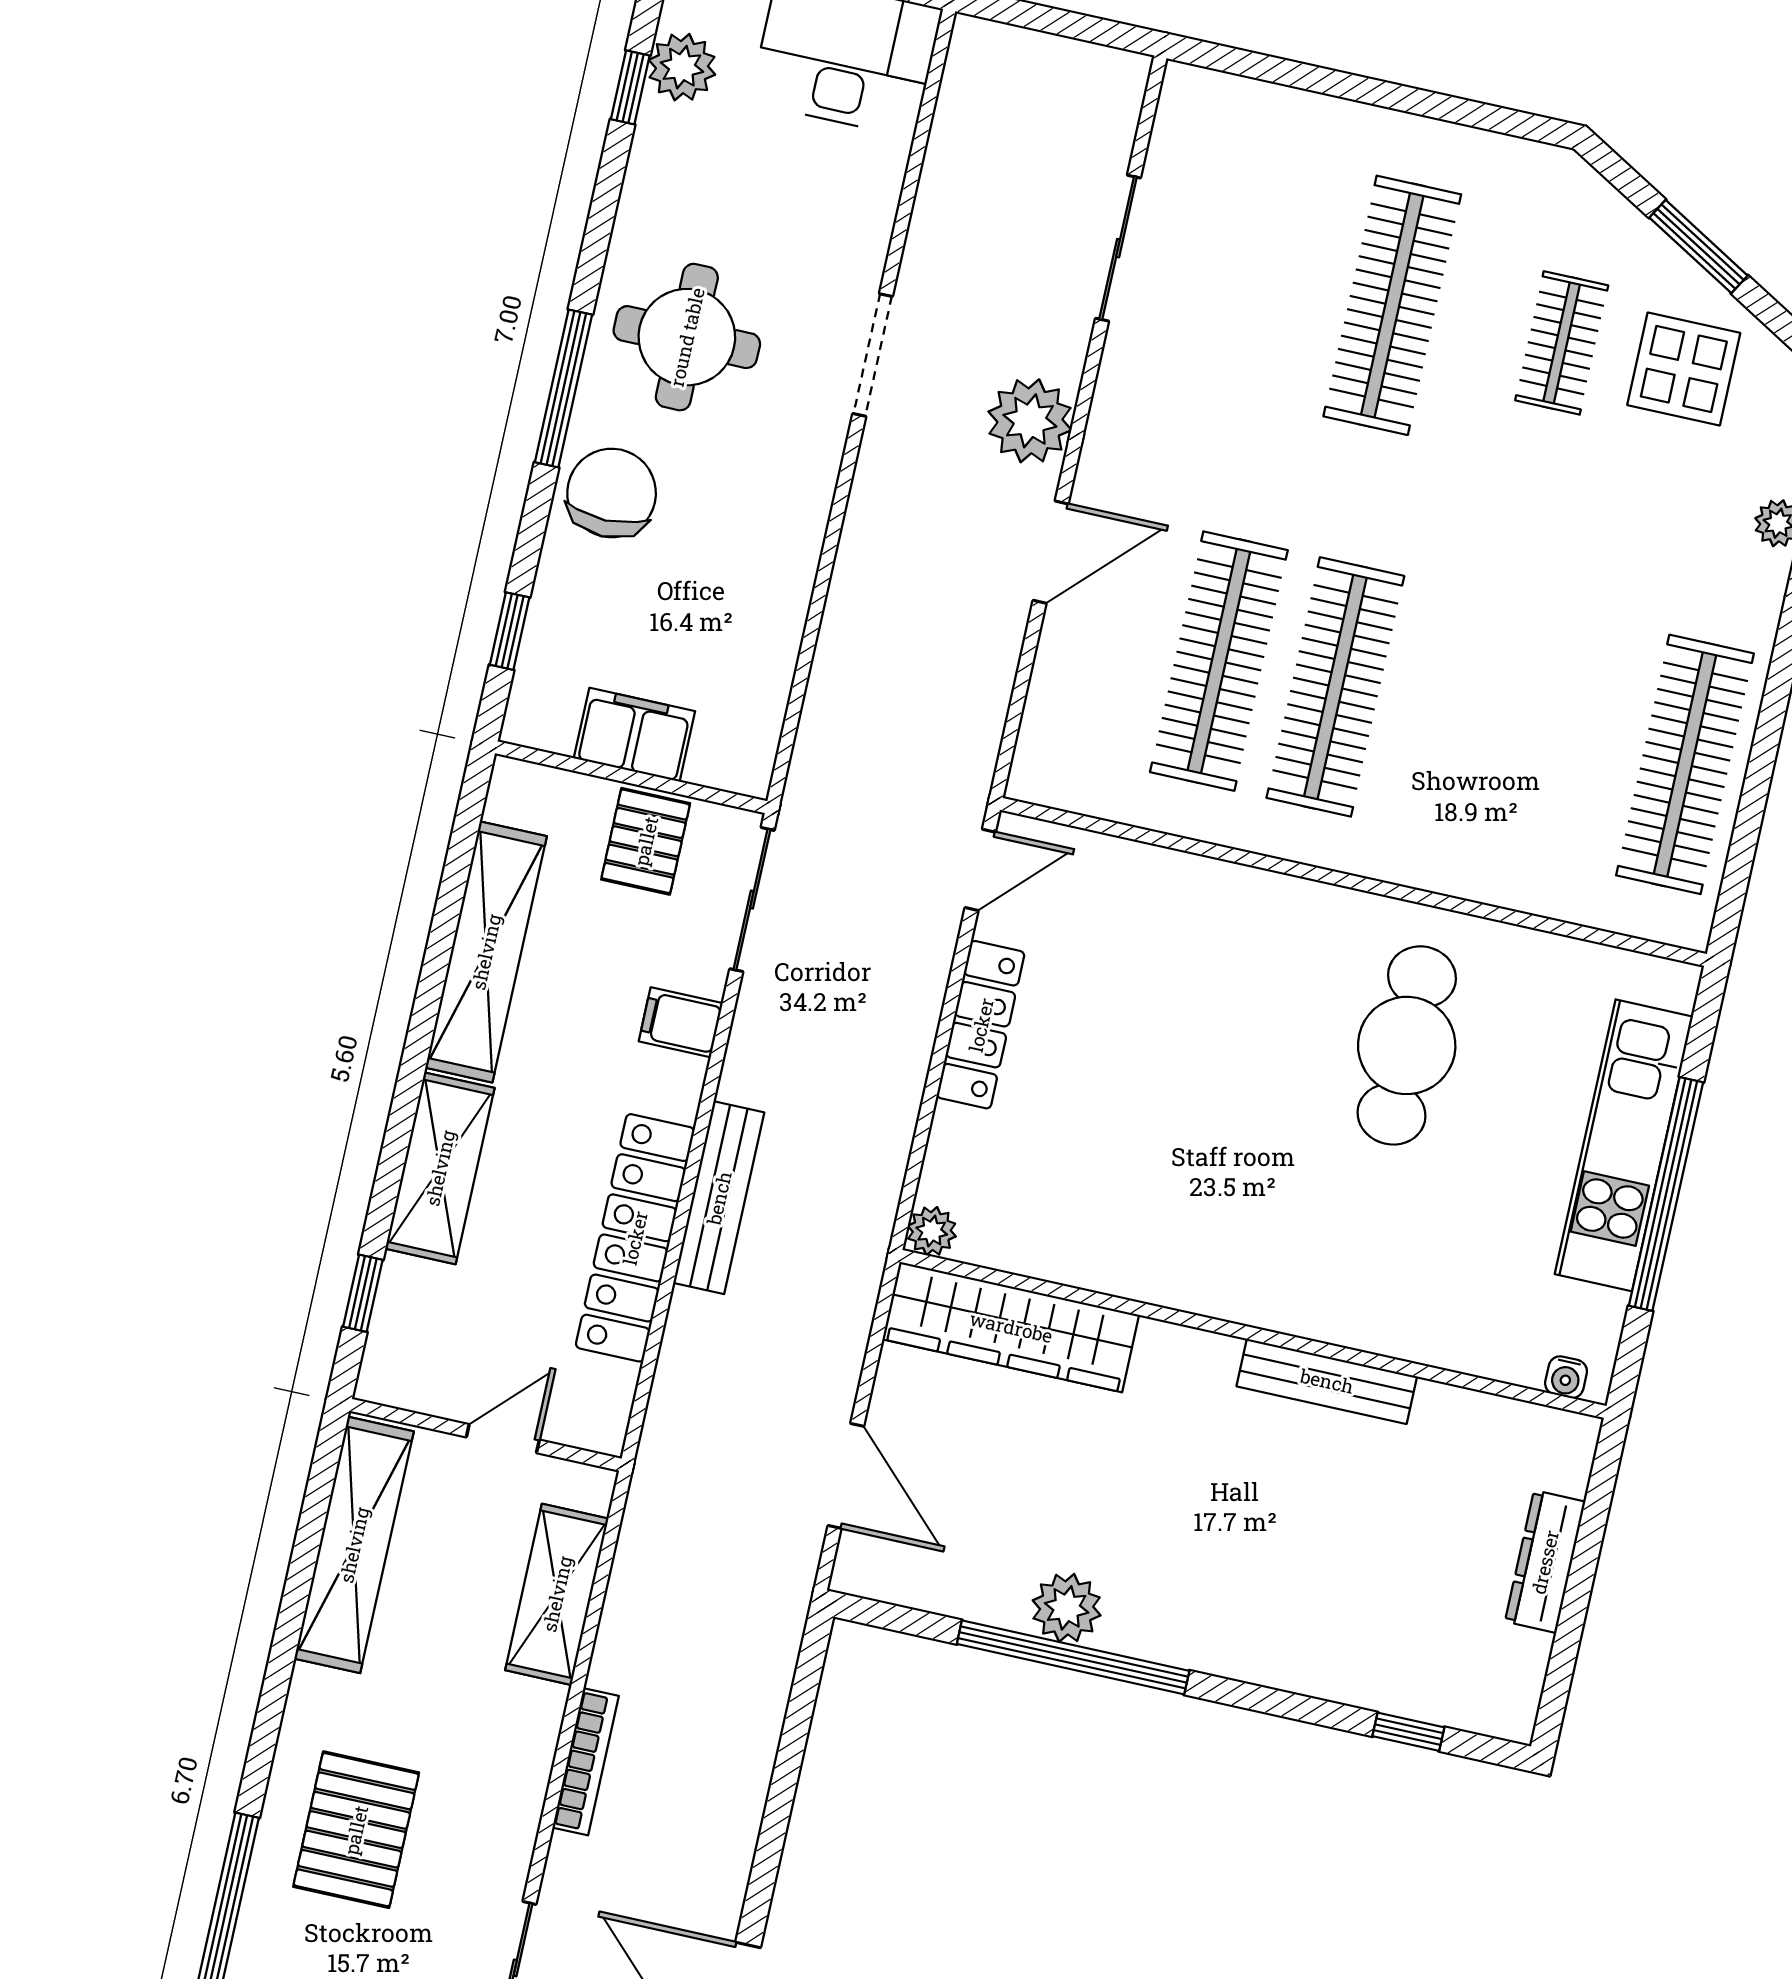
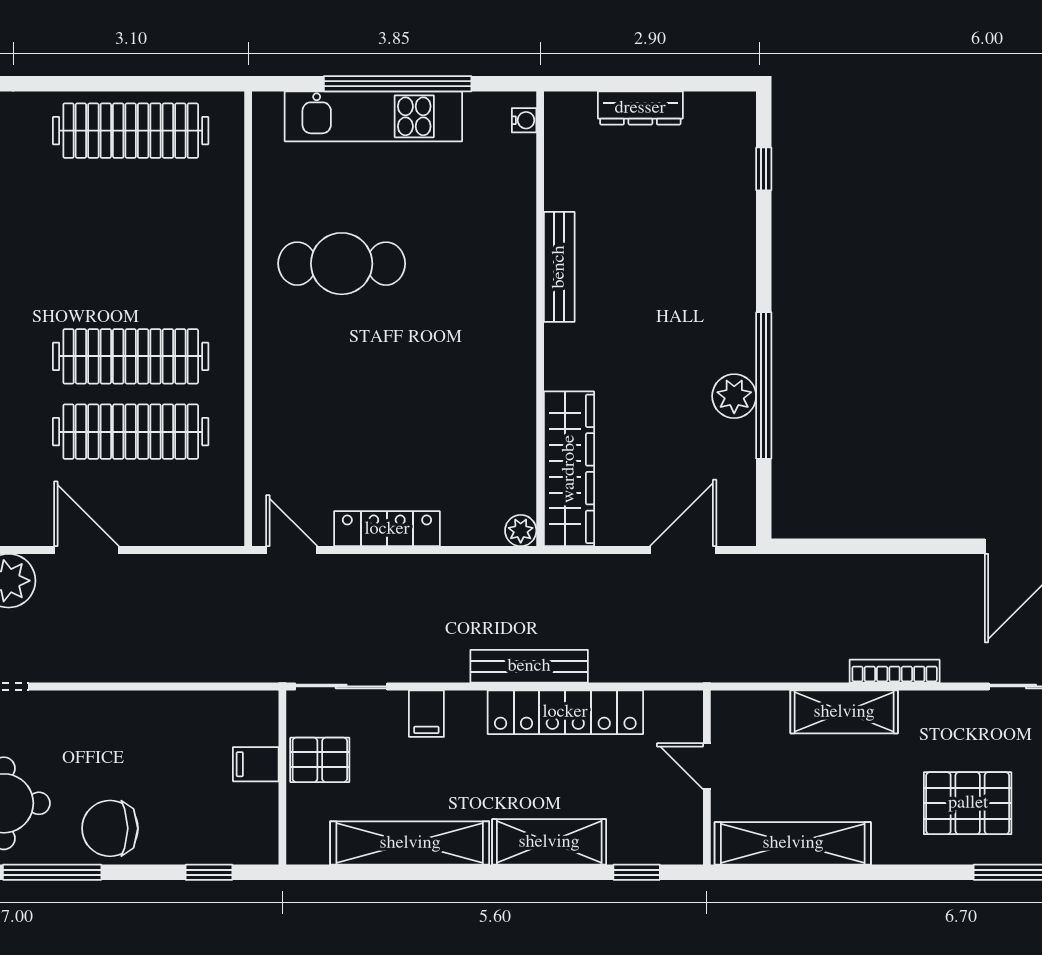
filing cabinet: (634, 735) -> (256, 764), width x0.50
shelving: (557, 1594) -> (844, 712), moved

